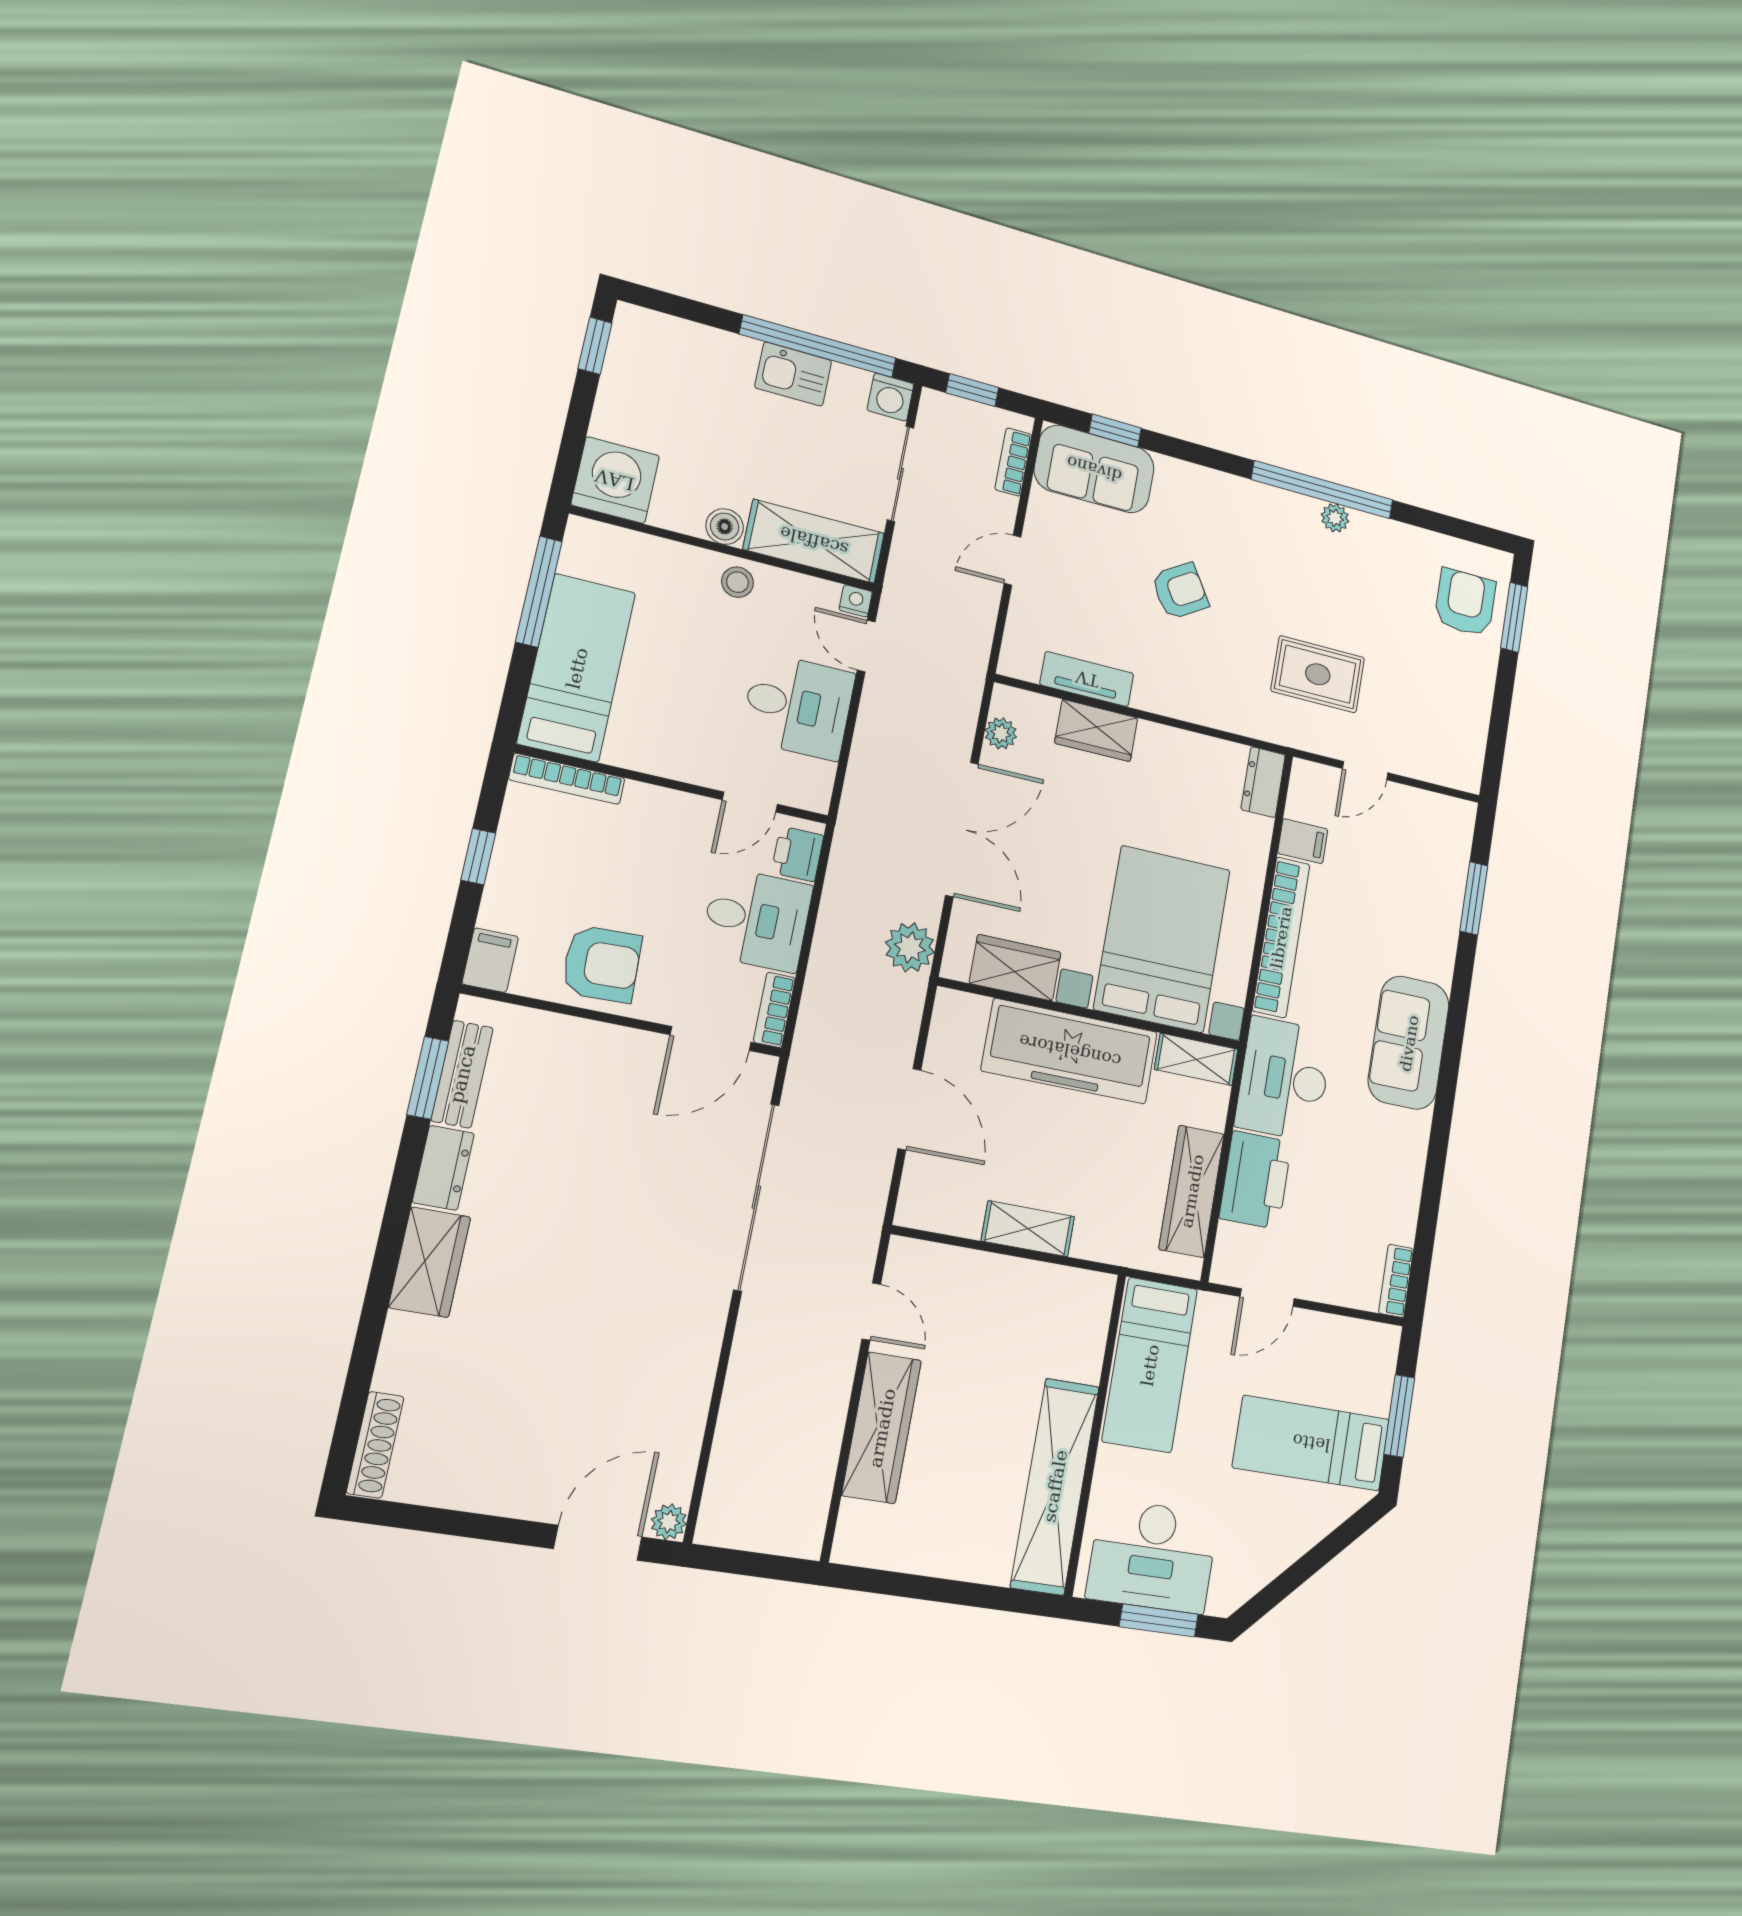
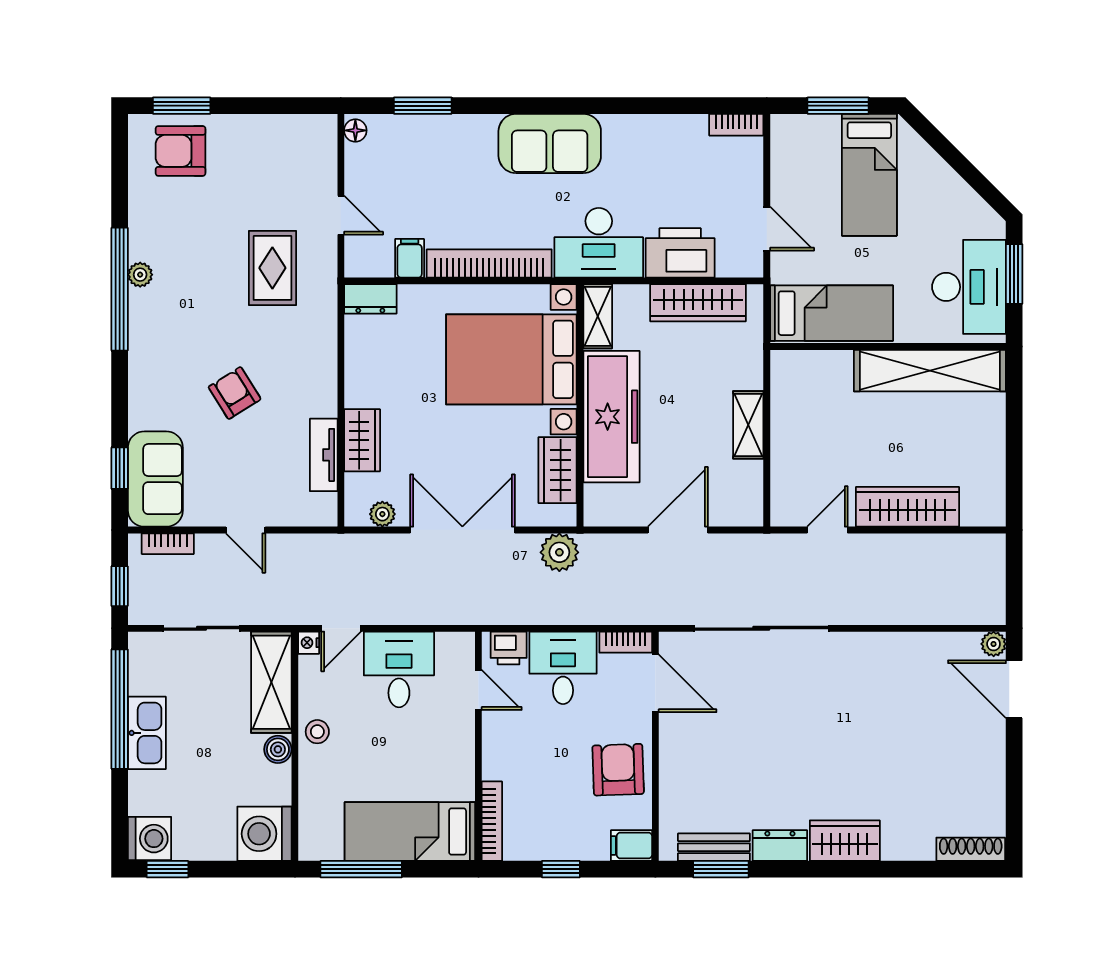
kitchen sink: (793, 374) -> (147, 733), width x1.38
washing machine: (890, 397) -> (150, 839), moved, width x1.38, depth x1.38
floor lamp: (1458, 812) -> (355, 130), added

